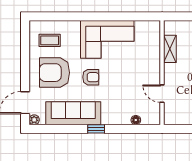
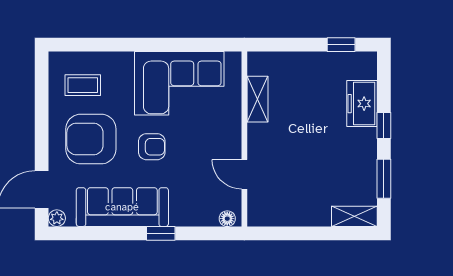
shelving: (170, 49) -> (257, 99), moved
wall: (162, 73) -> (244, 139), moved
door: (162, 94) -> (244, 174), moved

